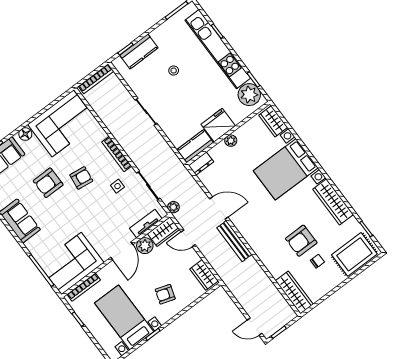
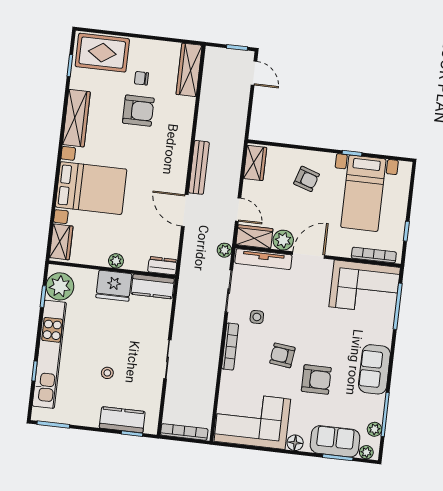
tv unit: (146, 223) -> (263, 259), width x1.41

